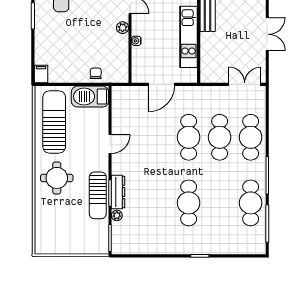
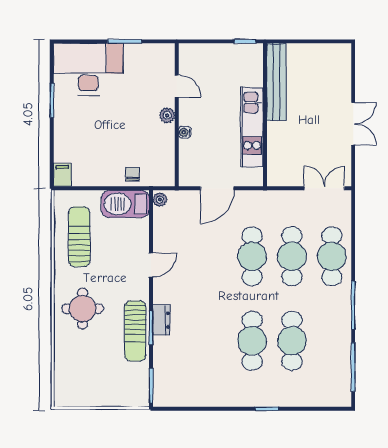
sun lounger: (54, 122) -> (79, 237), width x0.73, depth x0.75
dresser: (118, 192) -> (161, 320), width x0.70
cafe table: (251, 203) -> (292, 341), moved
plant: (117, 215) -> (160, 200), moved

